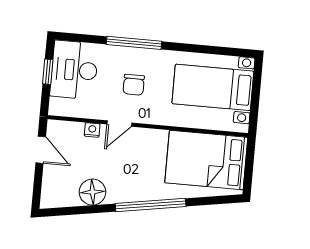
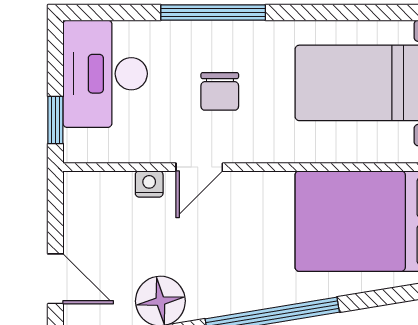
window: (48, 72) -> (55, 120), moved
door: (41, 150) -> (55, 279), moved

